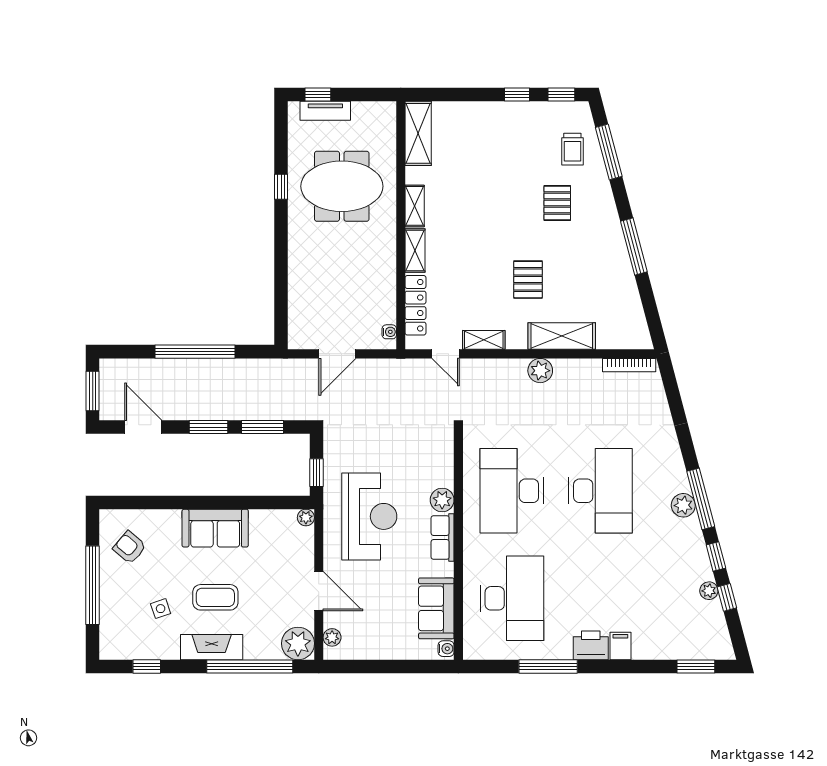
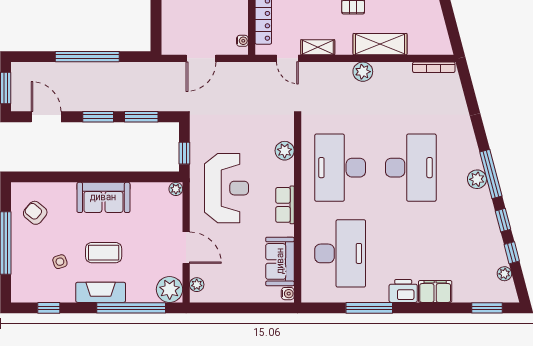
plant: (442, 500) -> (285, 151), moved
plant: (709, 591) -> (504, 274), moved
filing cabinet: (620, 646) -> (435, 291), width x2.00

